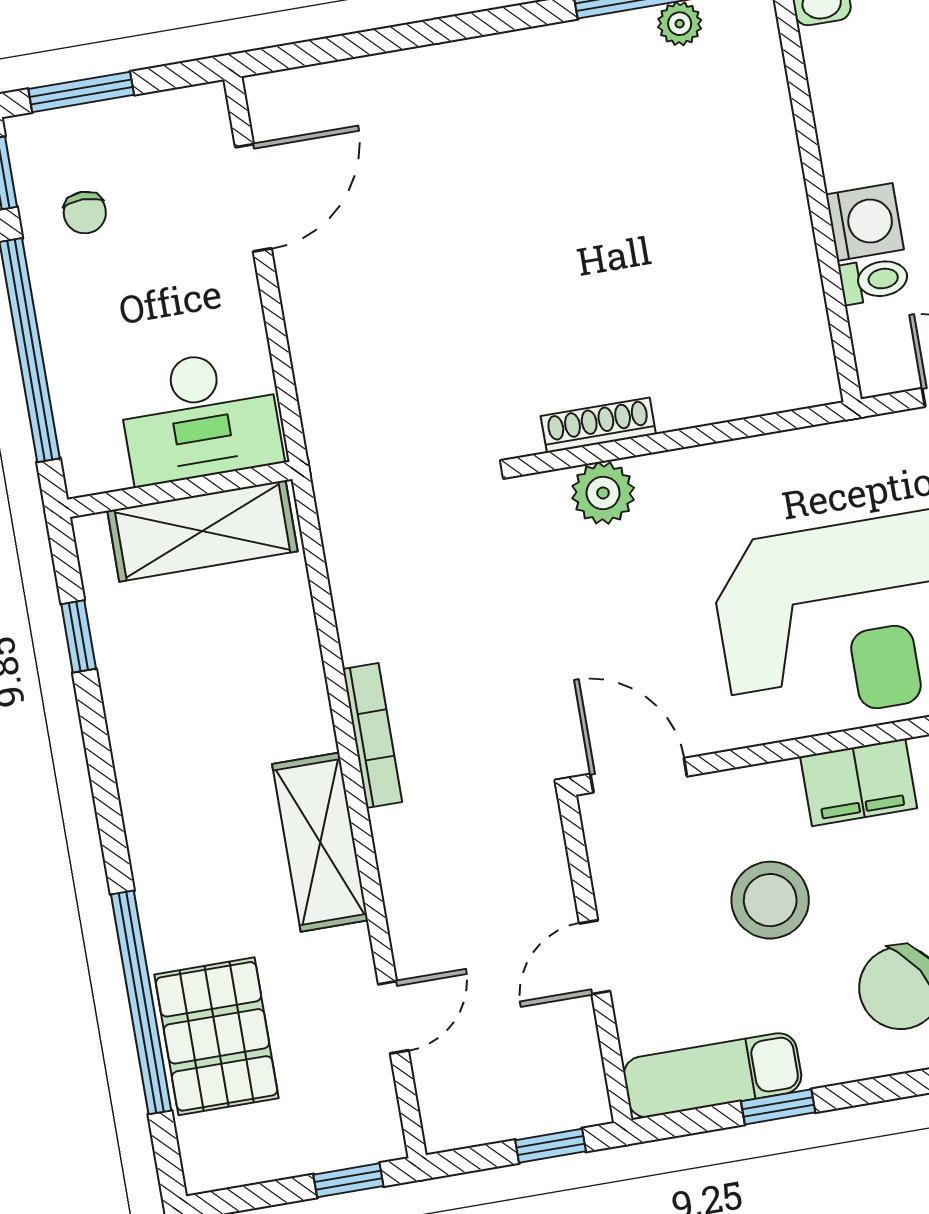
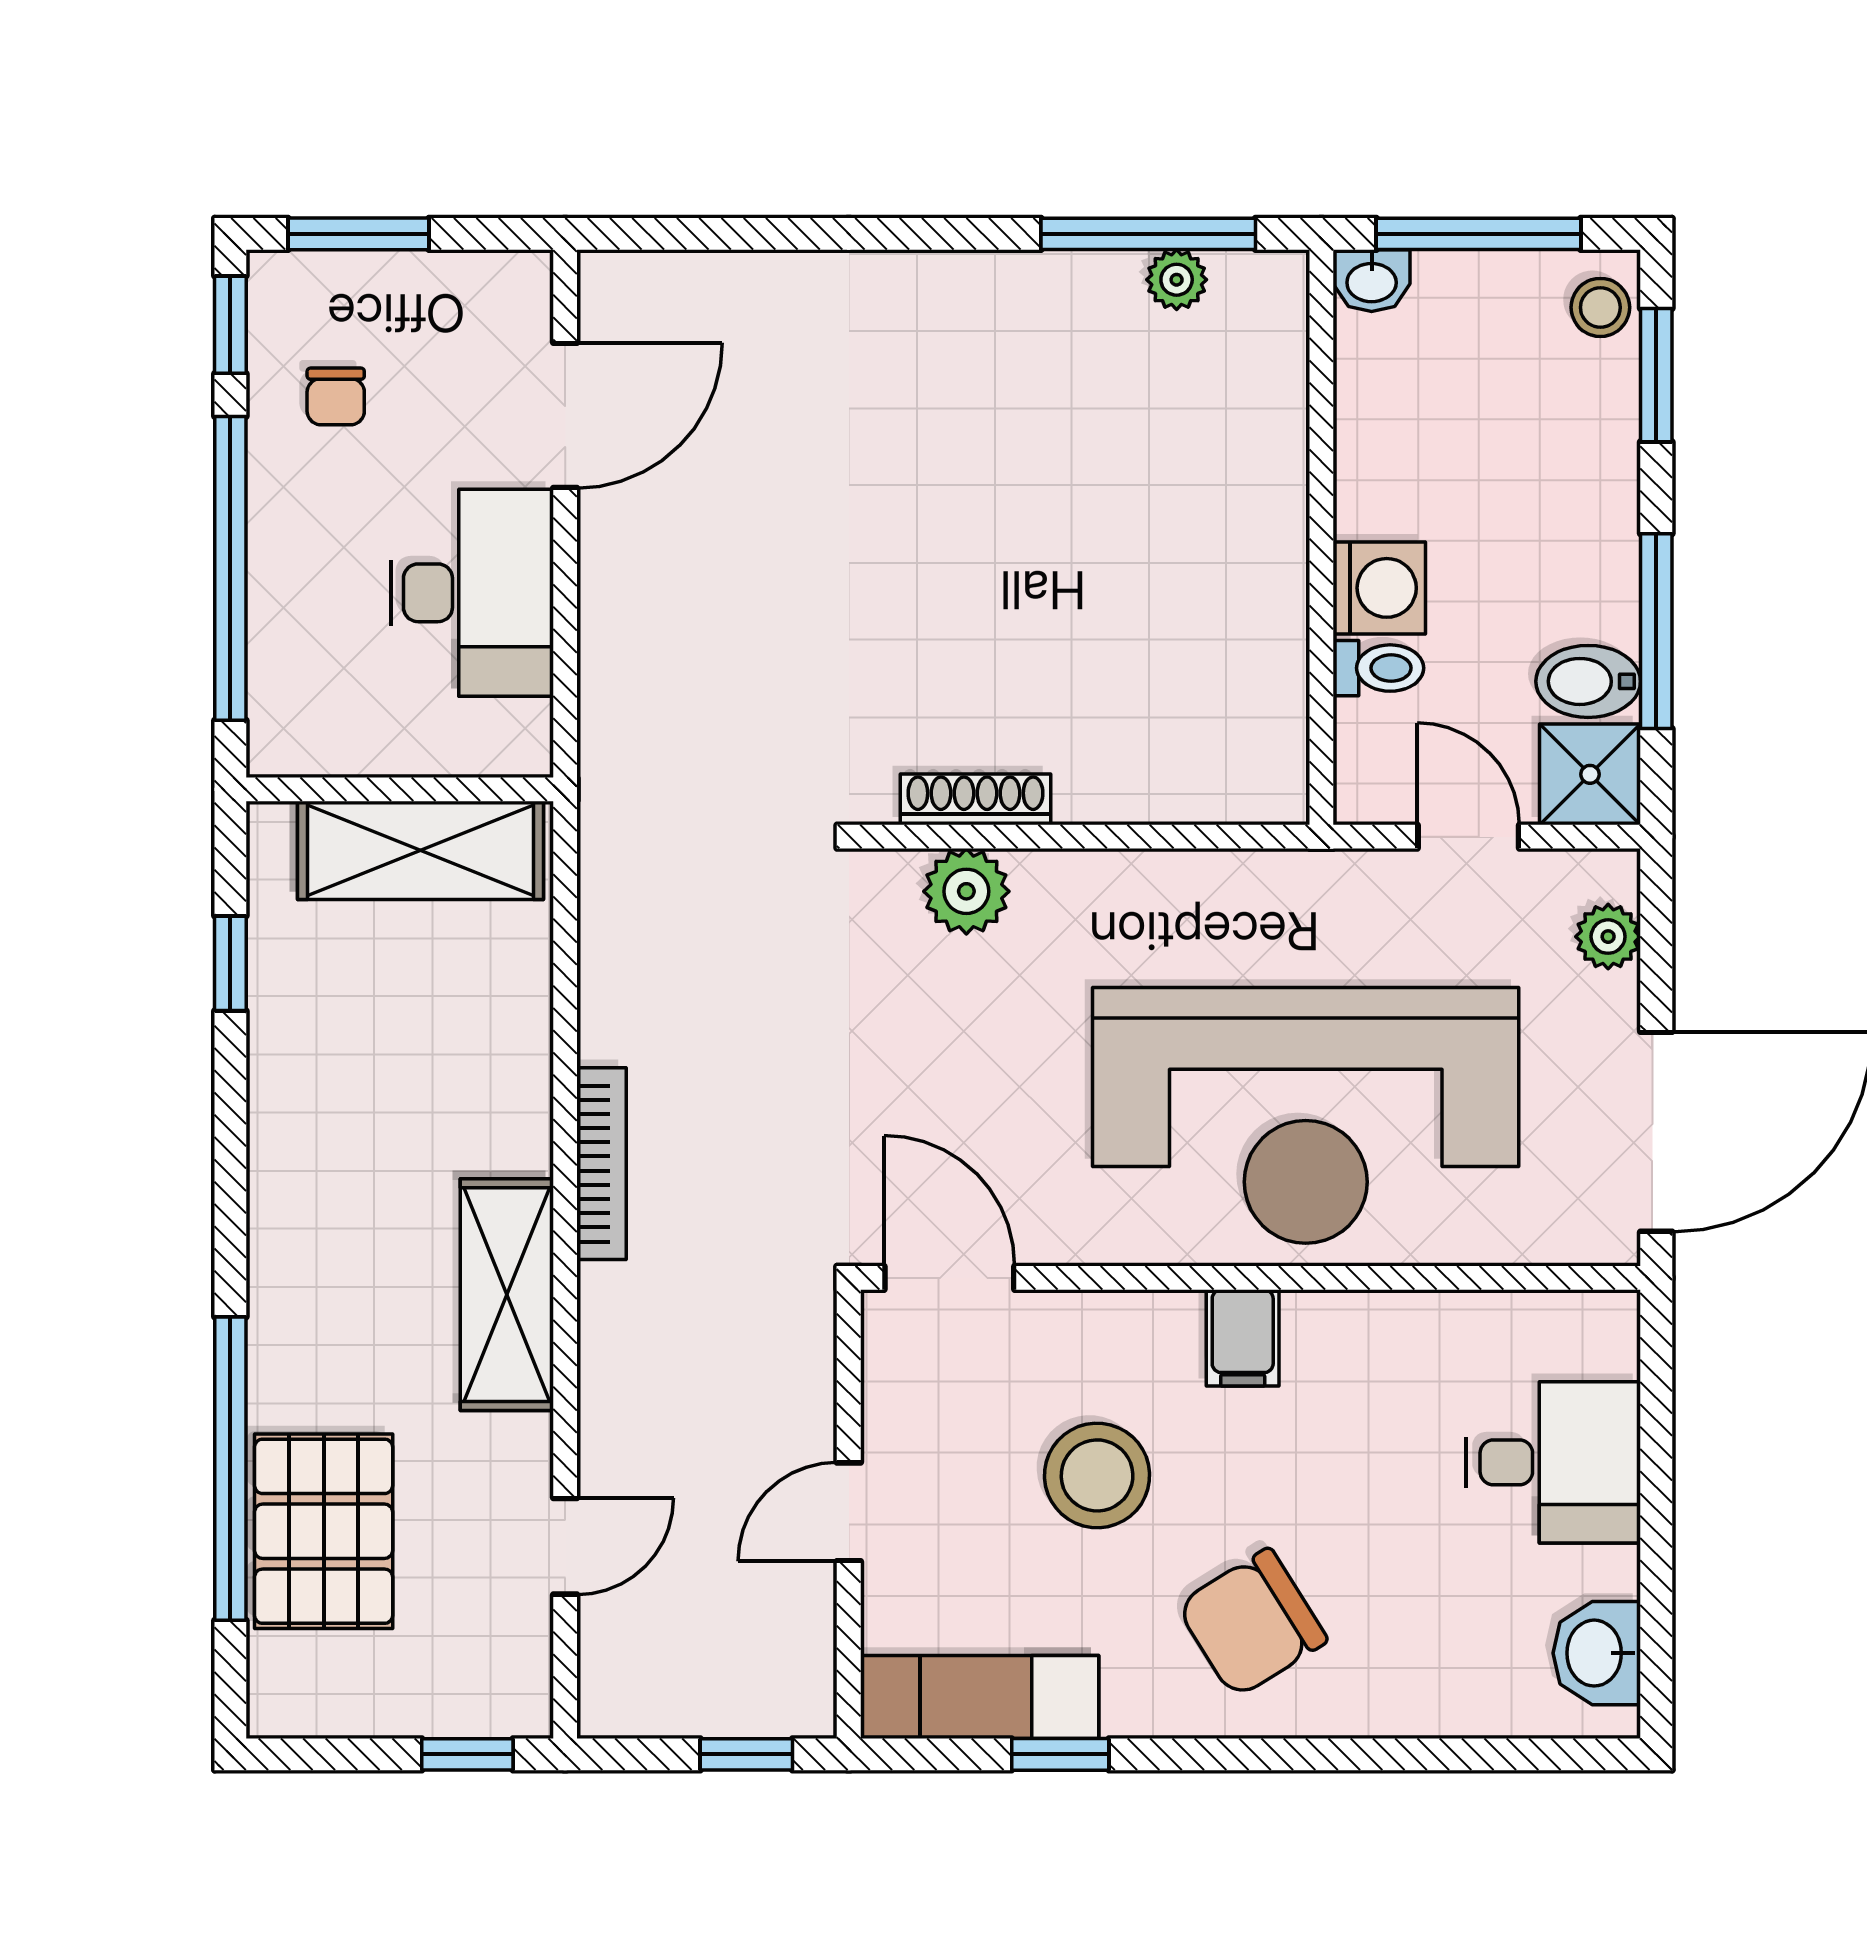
desk: (200, 416) -> (472, 593), moved, turned -90
filing cabinet: (859, 782) -> (1243, 1338), width x0.50

